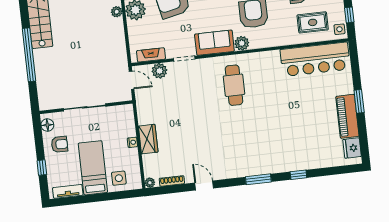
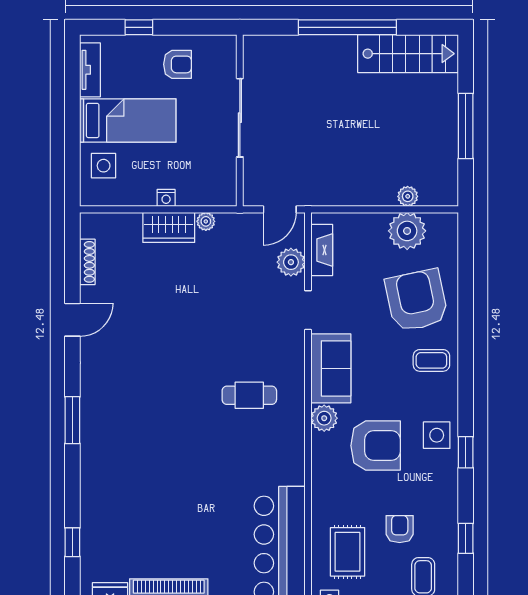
cafe table: (234, 85) -> (249, 395), width x0.73, depth x0.74
floor lamp: (47, 125) -> (215, 46), removed
armchair: (60, 144) -> (178, 64), turned -90
window: (298, 175) -> (72, 542), moved
plant: (150, 183) -> (206, 221), moved

